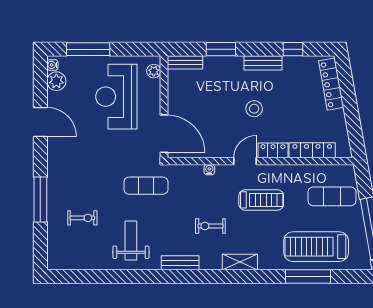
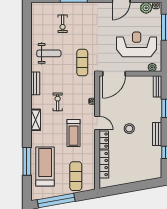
locker: (331, 84) -> (144, 176), removed

